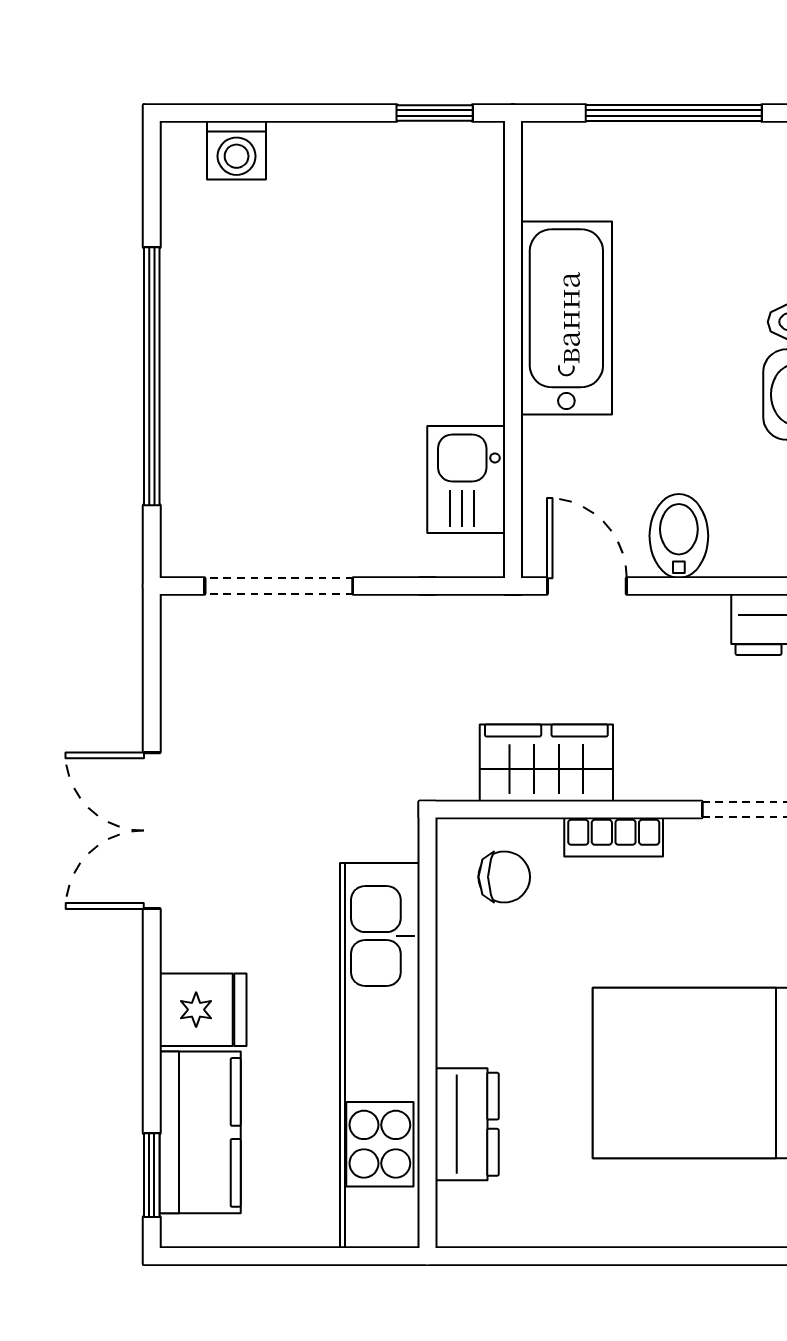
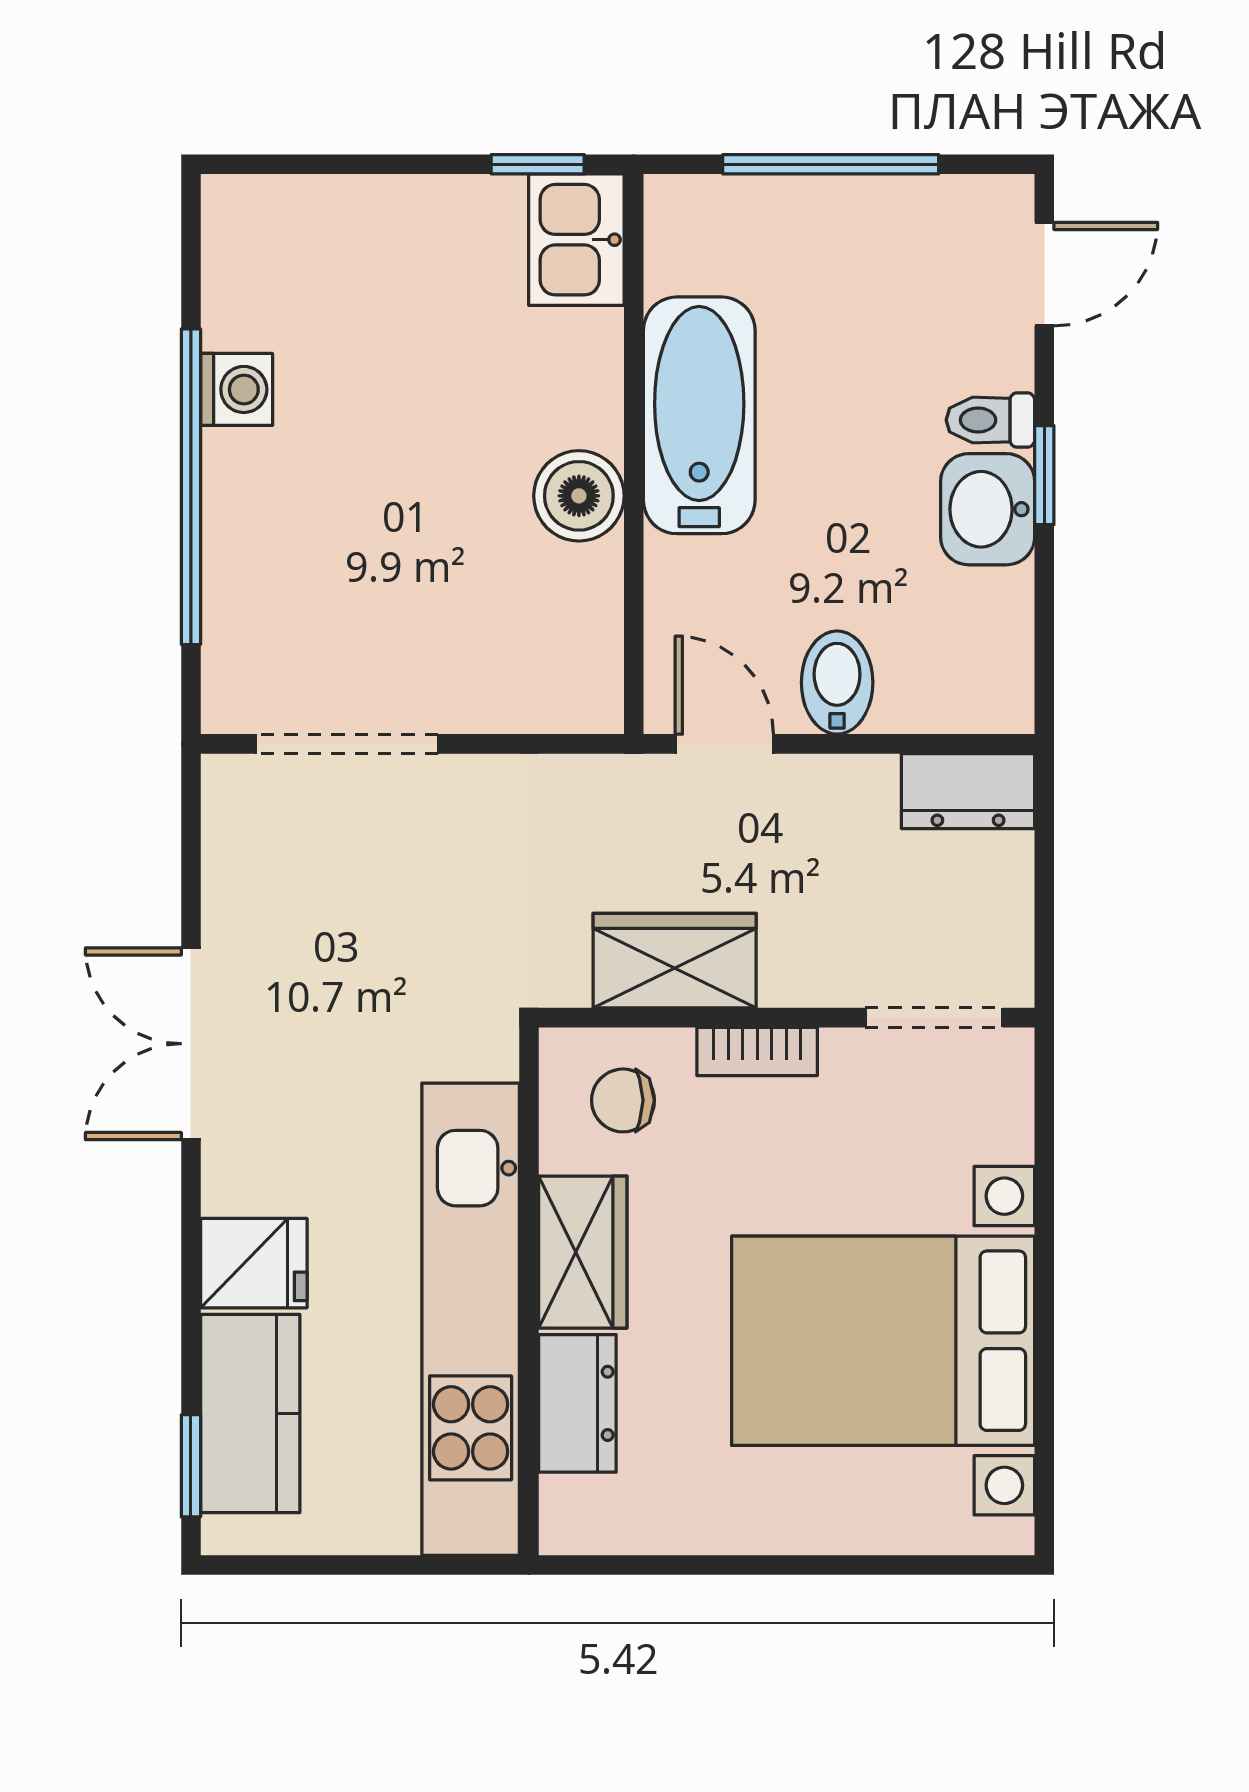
washing machine: (237, 150) -> (237, 389), moved, turned -90
boiler: (468, 384) -> (579, 496), added
kitchen sink: (466, 479) -> (576, 240), moved
chair: (504, 877) -> (623, 1100), turned 180
wardrobe: (471, 1001) -> (583, 1252), added

